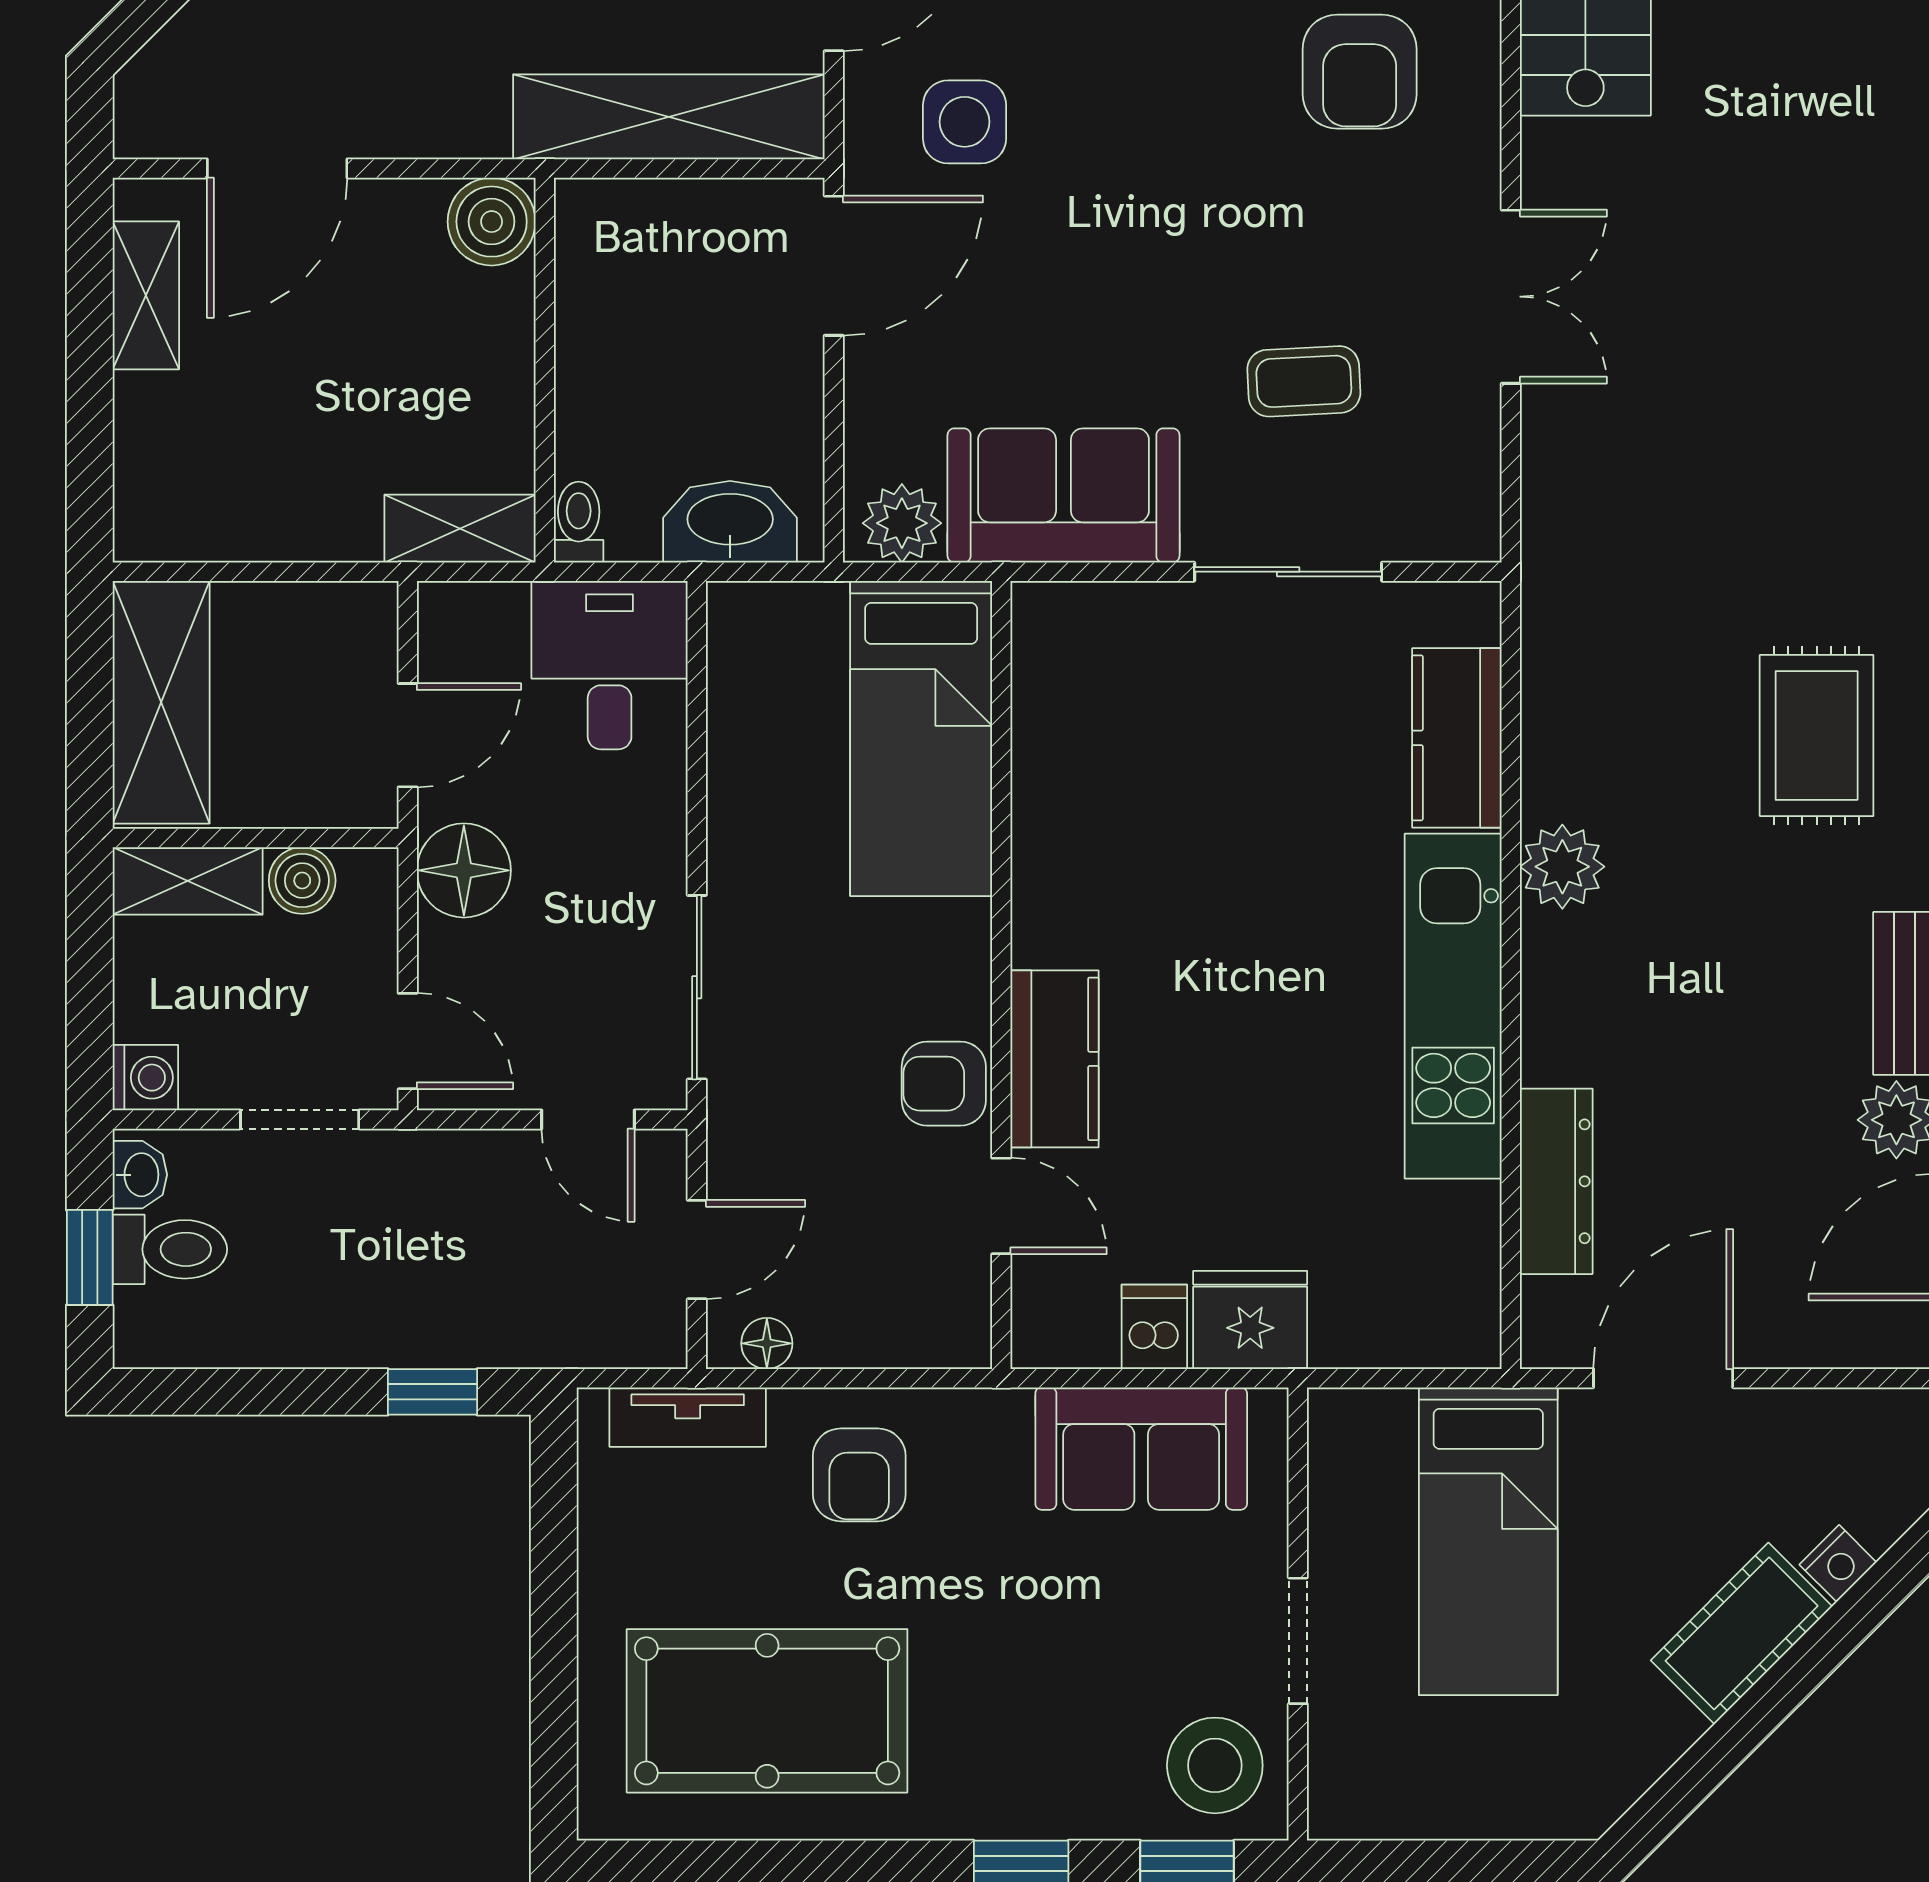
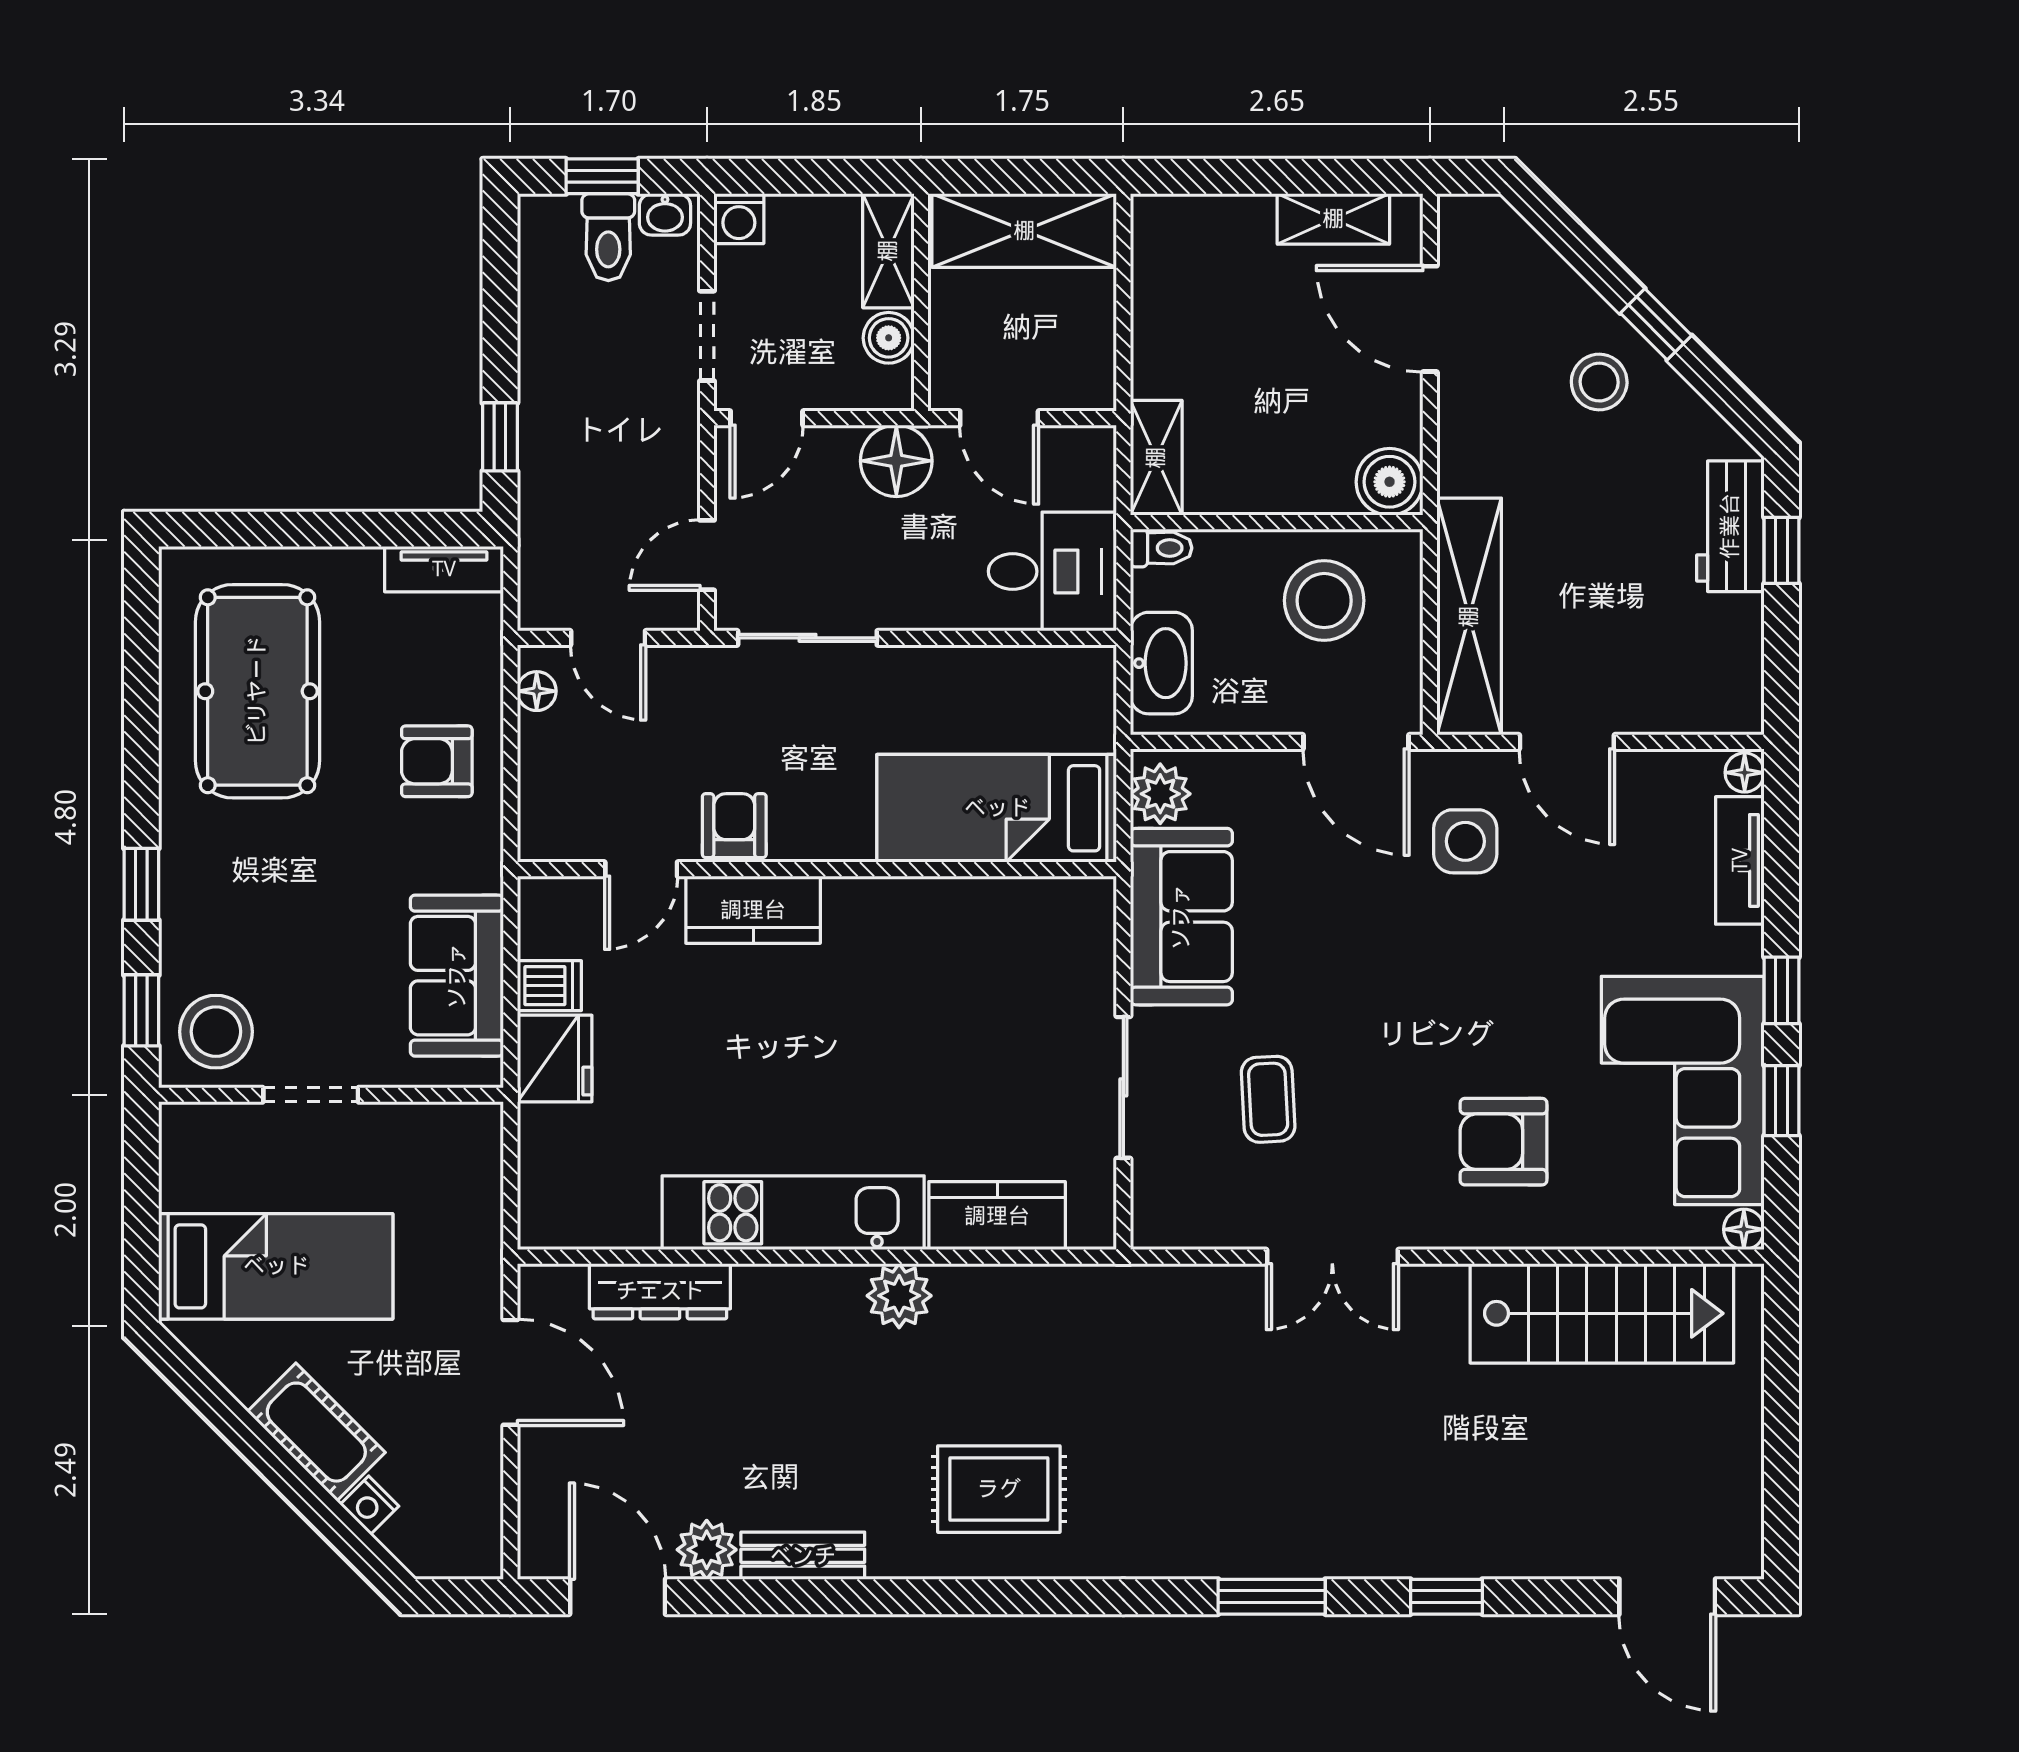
stool: (648, 308) -> (1324, 601), added
tv unit: (688, 1417) -> (444, 569), moved, turned -90
bed: (1488, 1541) -> (276, 1266), moved, turned 180

